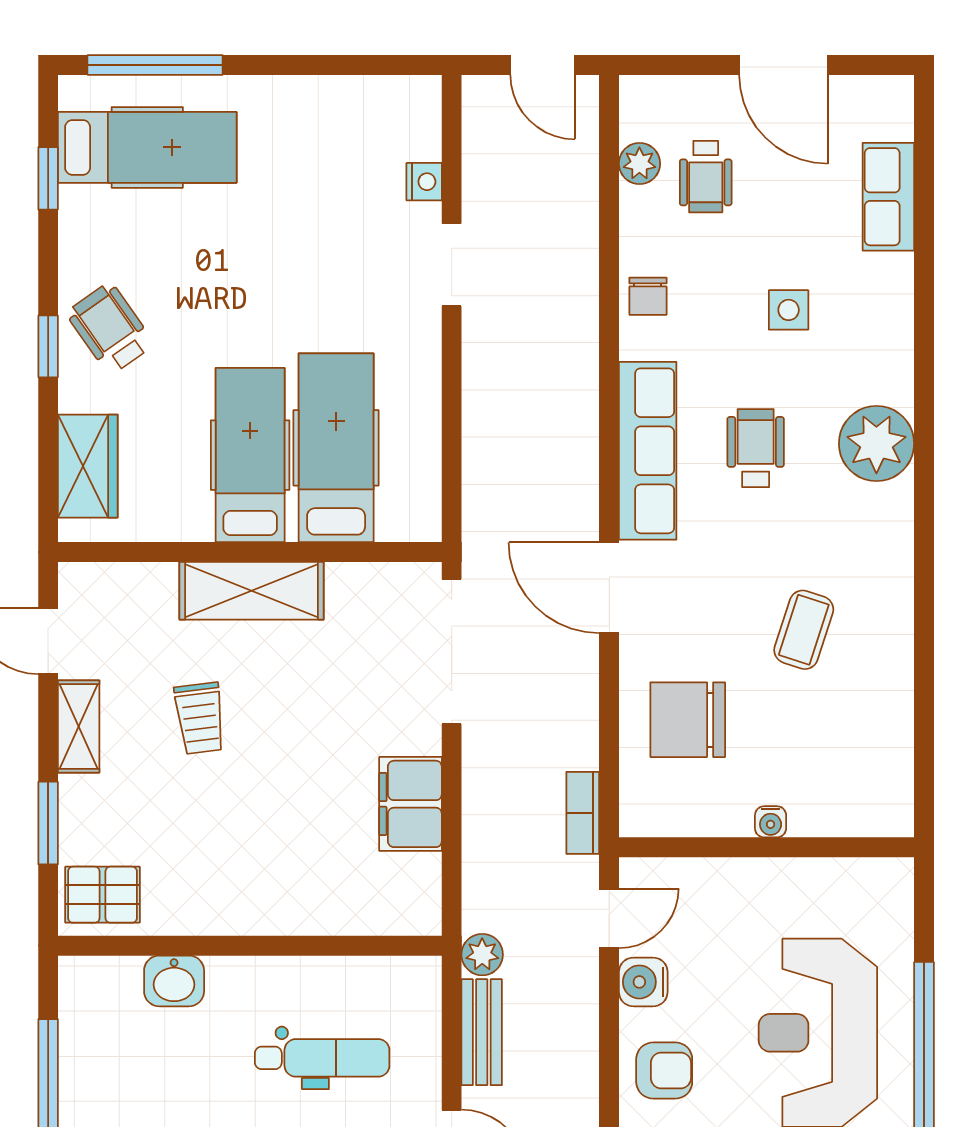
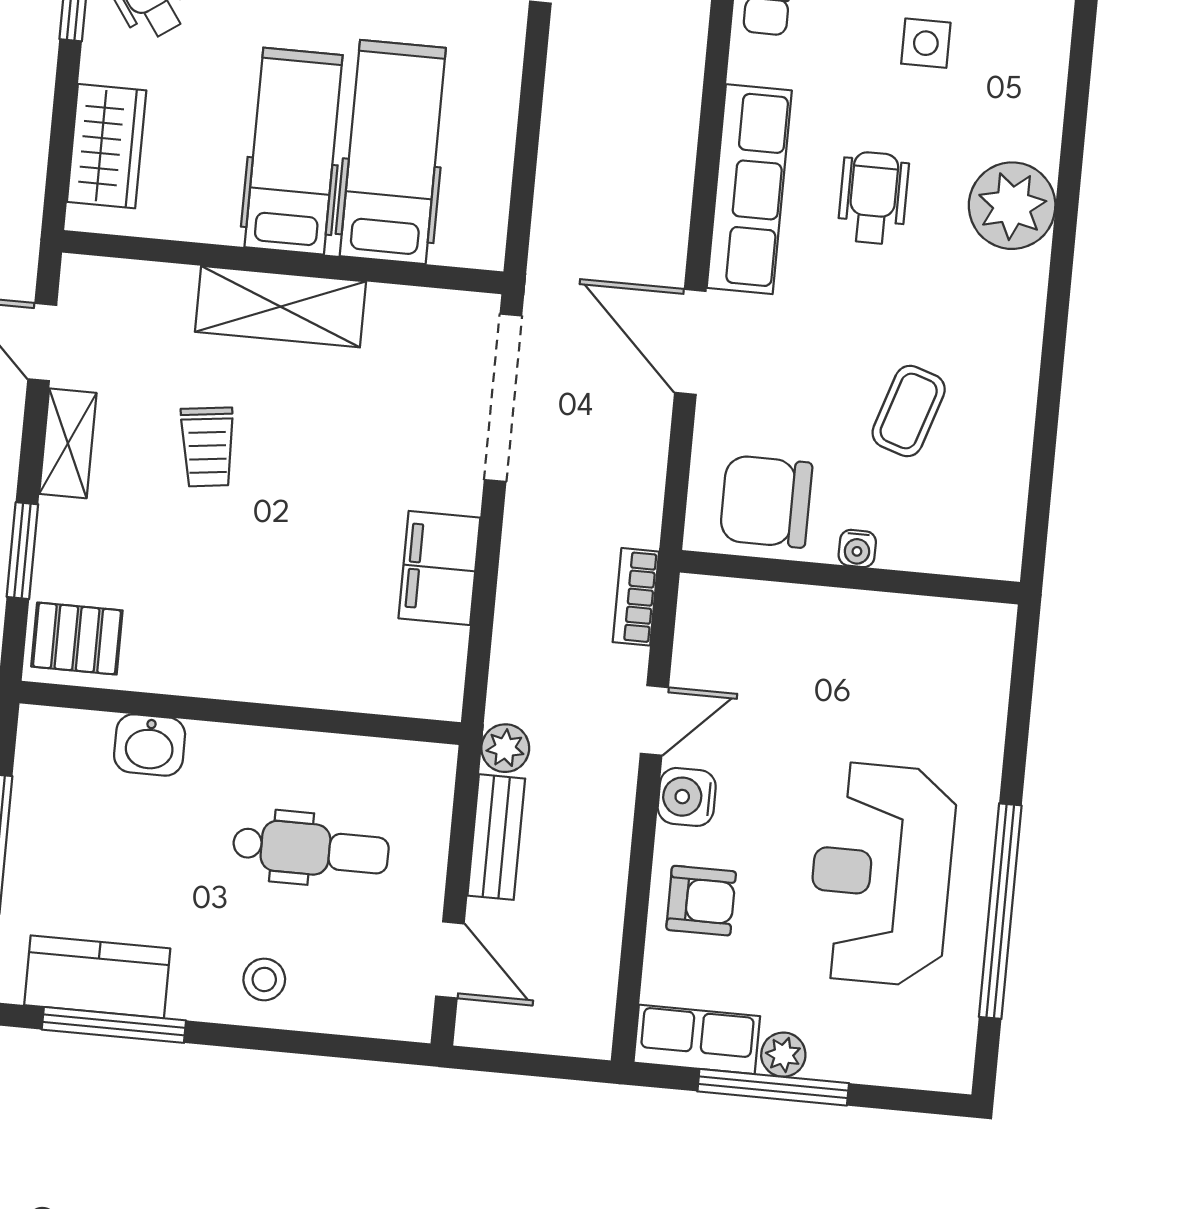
water cooler: (771, 822) -> (857, 548), moved
wall: (767, 847) -> (850, 577), moved

